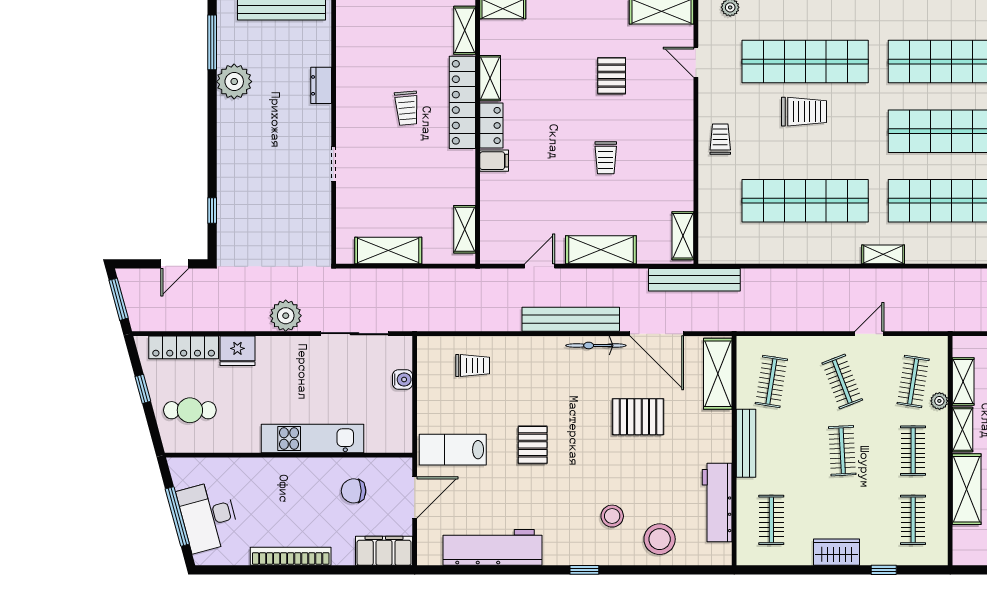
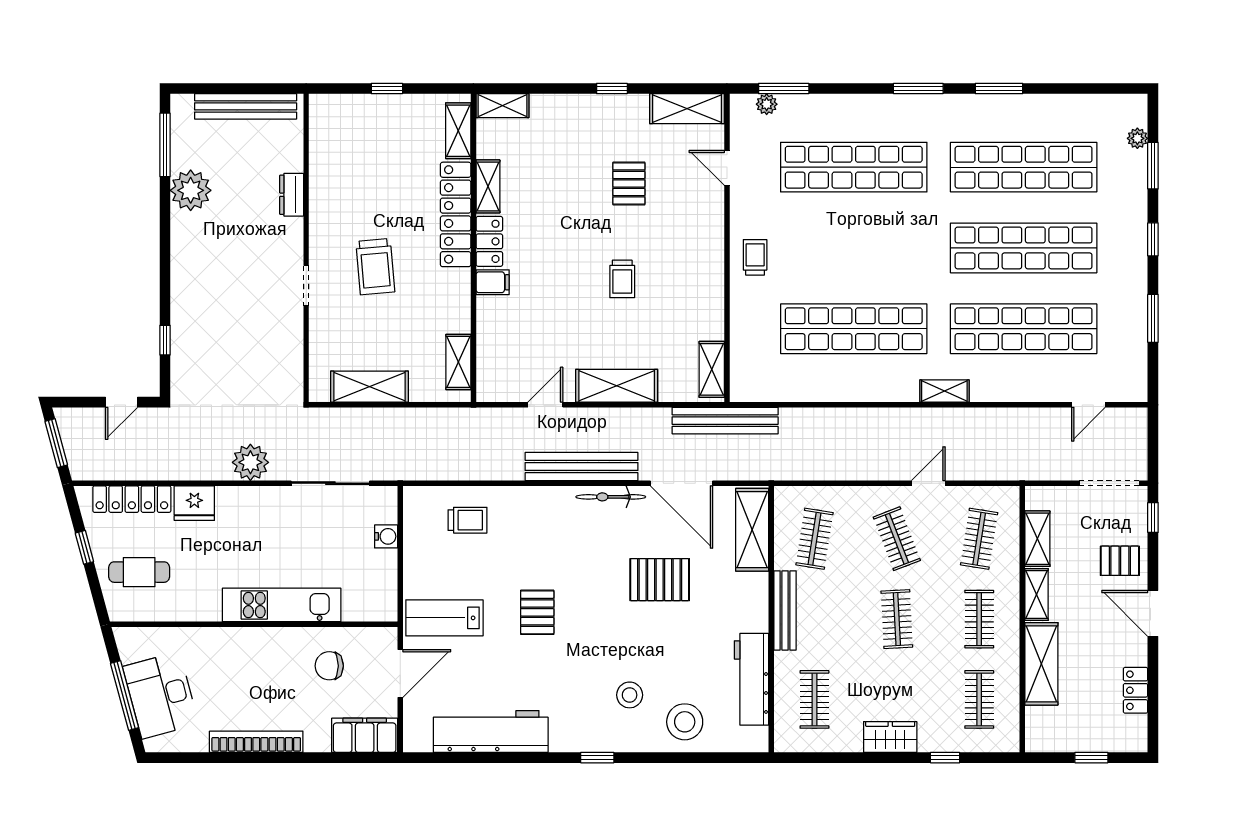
trolley: (407, 108) -> (375, 267), moved, width x1.36, depth x1.39
trolley: (804, 112) -> (852, 225), removed
plant: (939, 401) -> (1010, 561), removed

